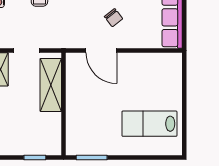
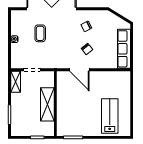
shelving: (51, 85) -> (47, 104), moved
lab bench: (149, 124) -> (110, 116), turned 90

